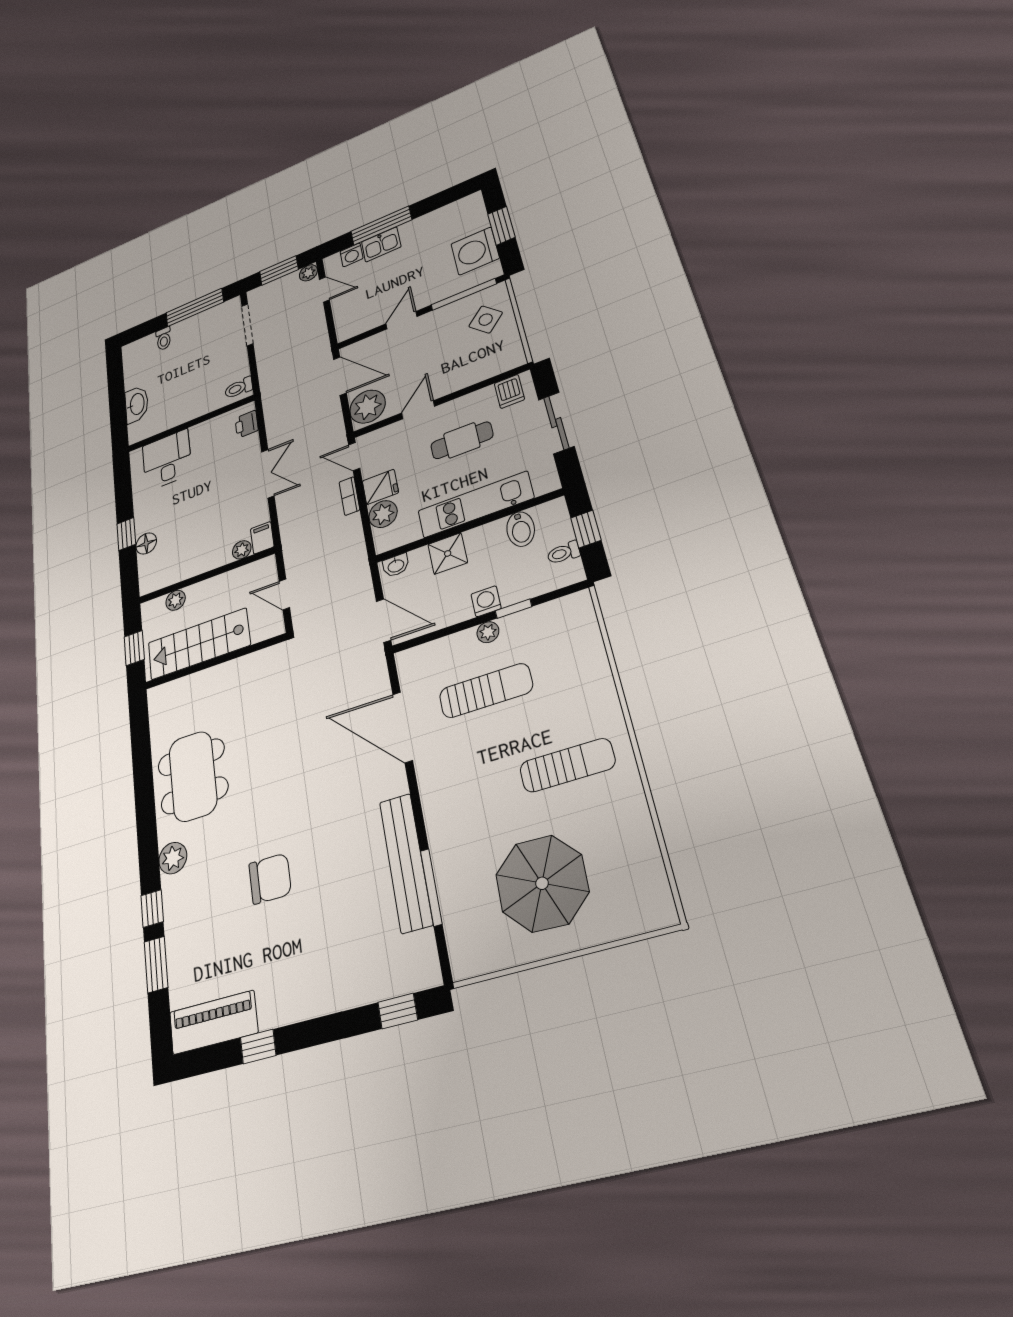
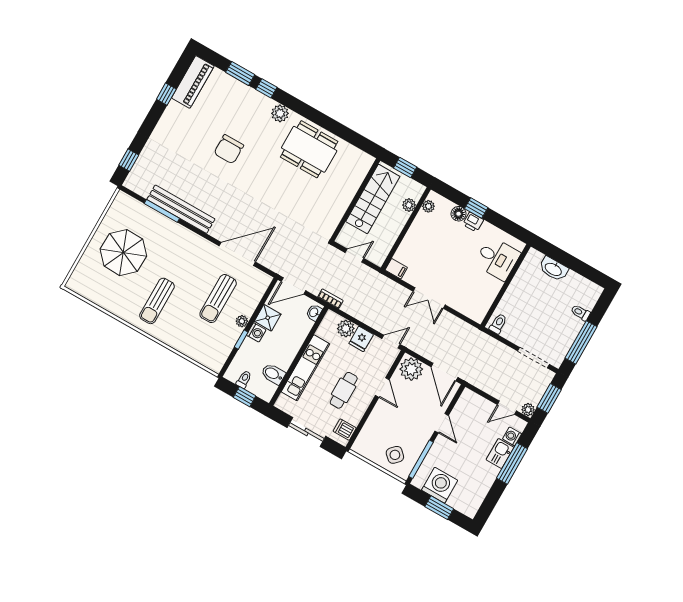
door: (340, 376) -> (444, 372), hinge flipped
printer: (247, 424) -> (473, 222), moved, turned 180
bookcase: (349, 496) -> (330, 299), moved
plant: (242, 550) -> (428, 206), moved
shower: (448, 553) -> (268, 318), moved

